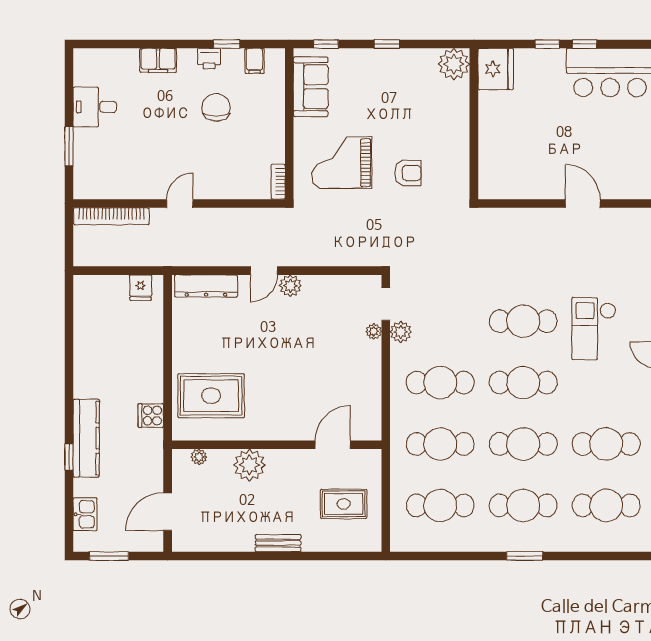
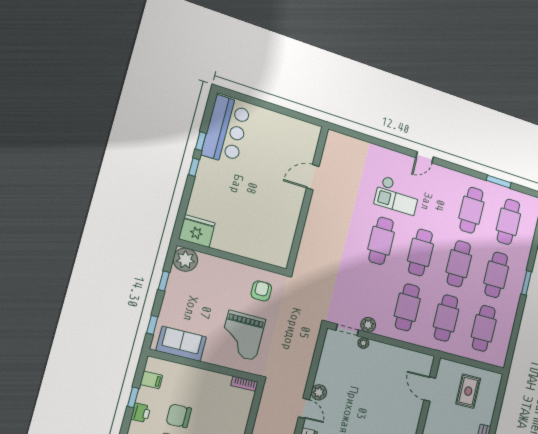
plant: (454, 64) -> (185, 260), moved
fridge: (496, 69) -> (197, 231), moved
wall: (474, 124) -> (233, 257), moved

